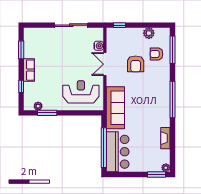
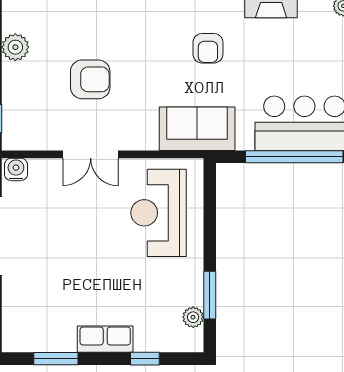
water cooler: (99, 46) -> (16, 169), moved
armchair: (156, 54) -> (208, 48), moved
sofa: (115, 108) -> (197, 129), width x0.73

